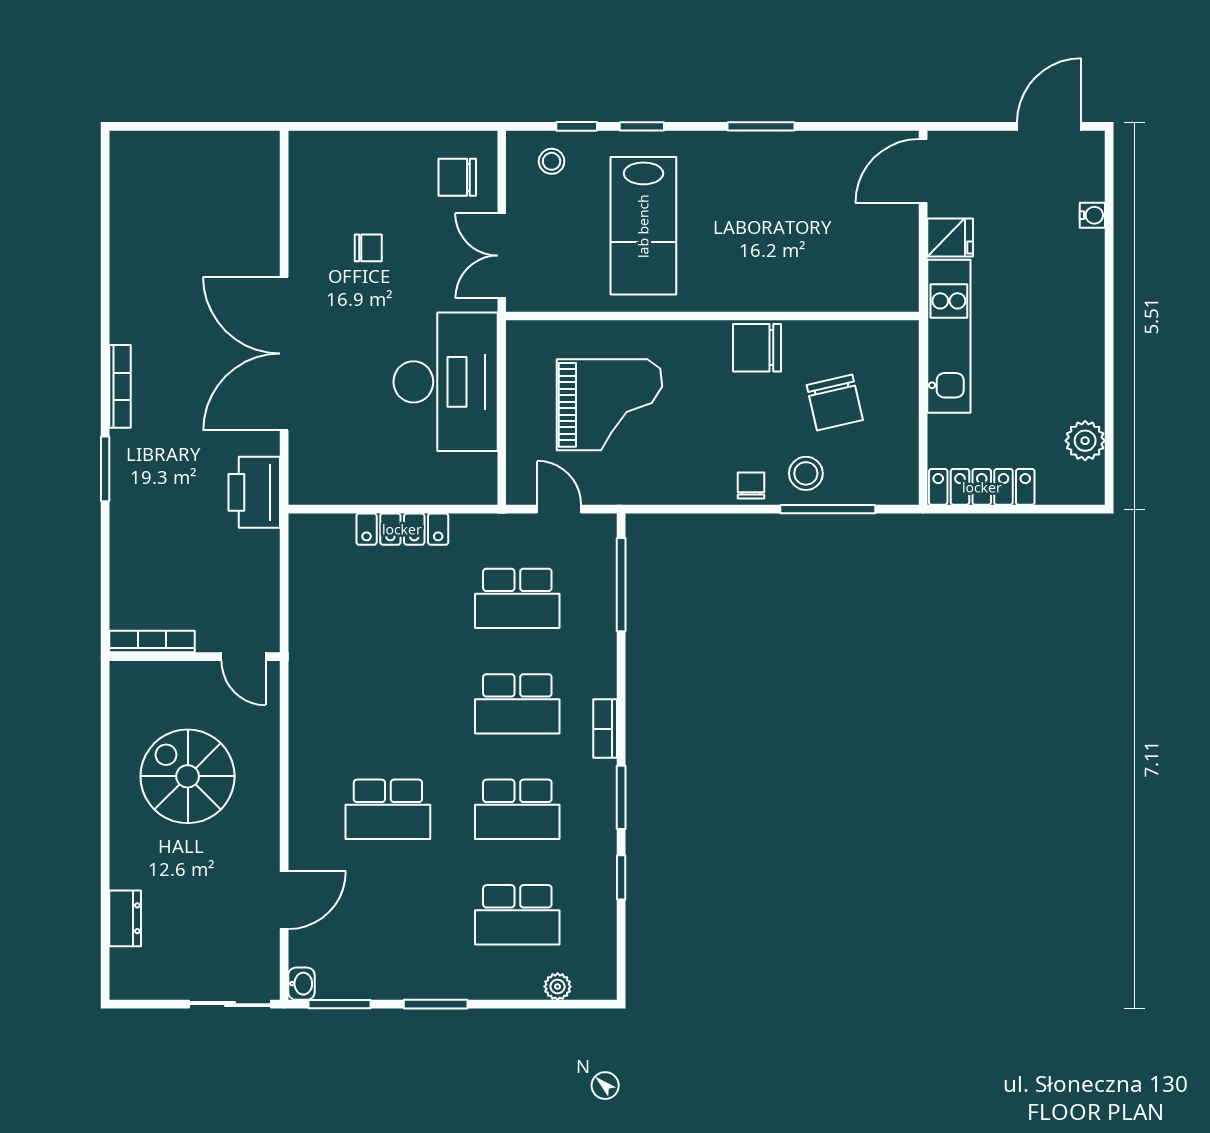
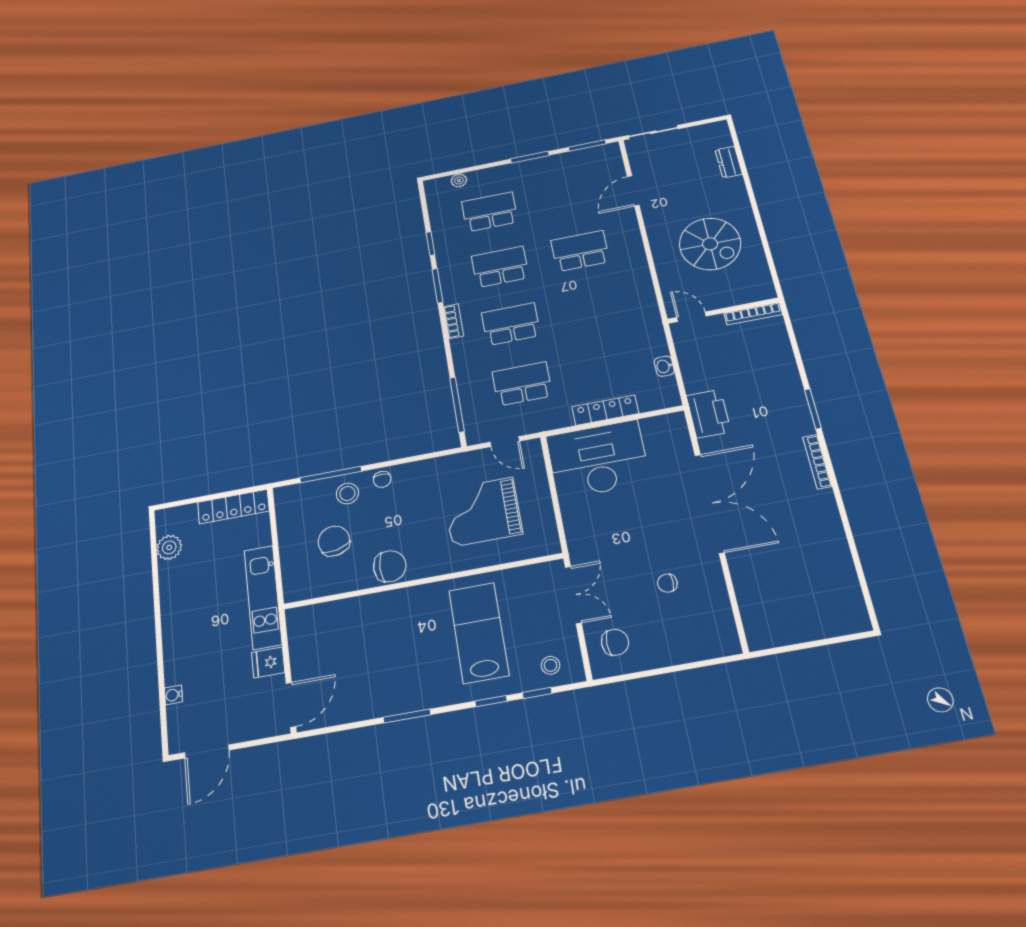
desk: (446, 382) -> (598, 459), moved, turned 90
washbasin: (301, 984) -> (664, 366), moved

